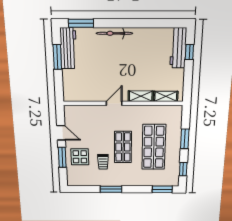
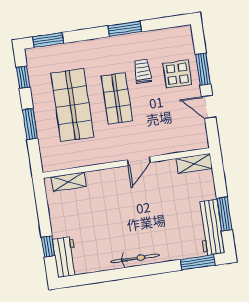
bicycle: (114, 33) -> (135, 258), moved
workbench: (178, 48) -> (65, 257), width x0.73
shelving: (141, 96) -> (194, 163), moved

